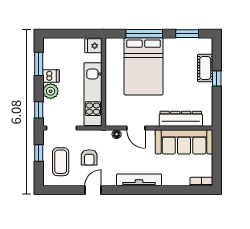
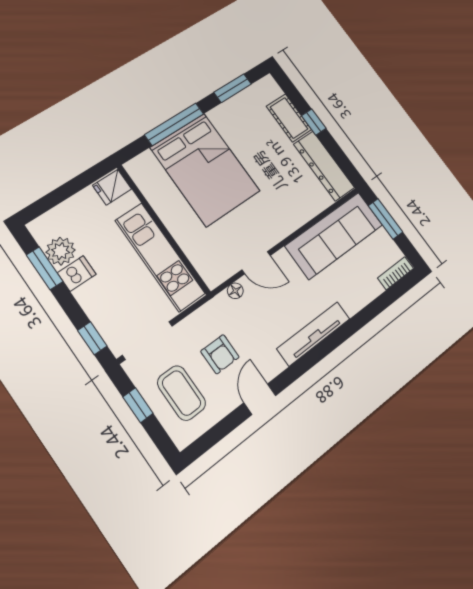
plant: (51, 91) -> (61, 251), moved
dresser: (181, 119) -> (324, 166), moved, turned -90
window: (217, 152) -> (385, 219), added

